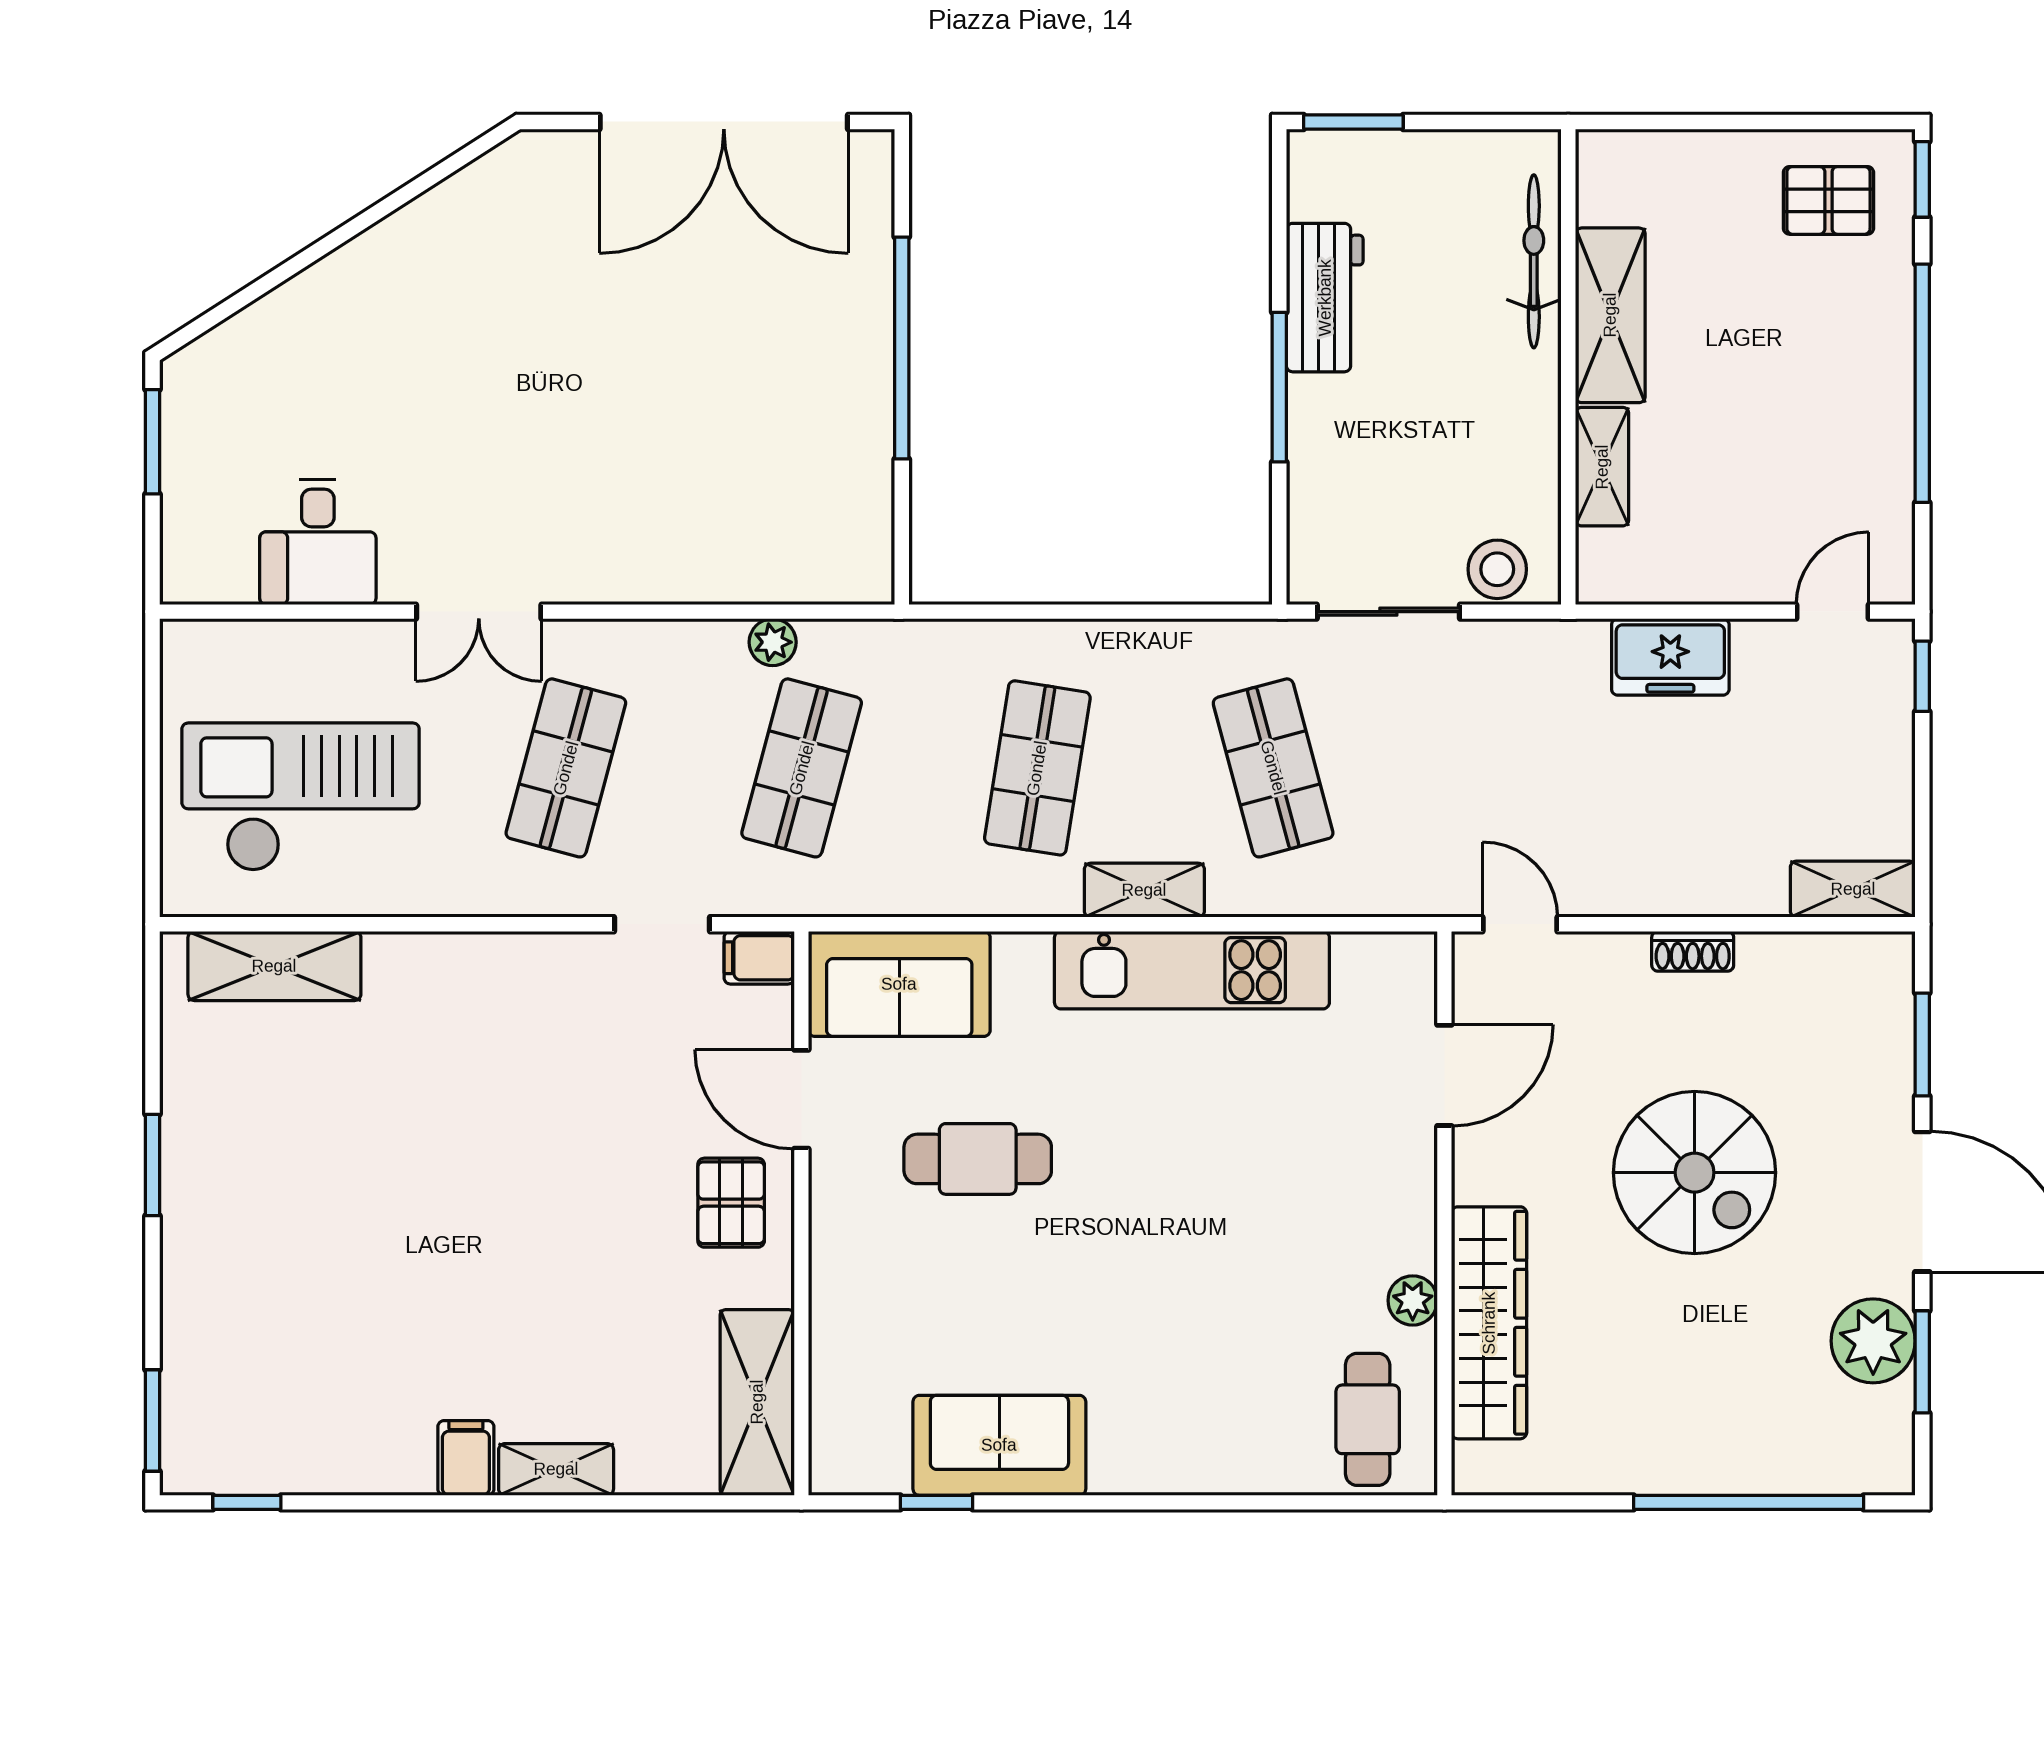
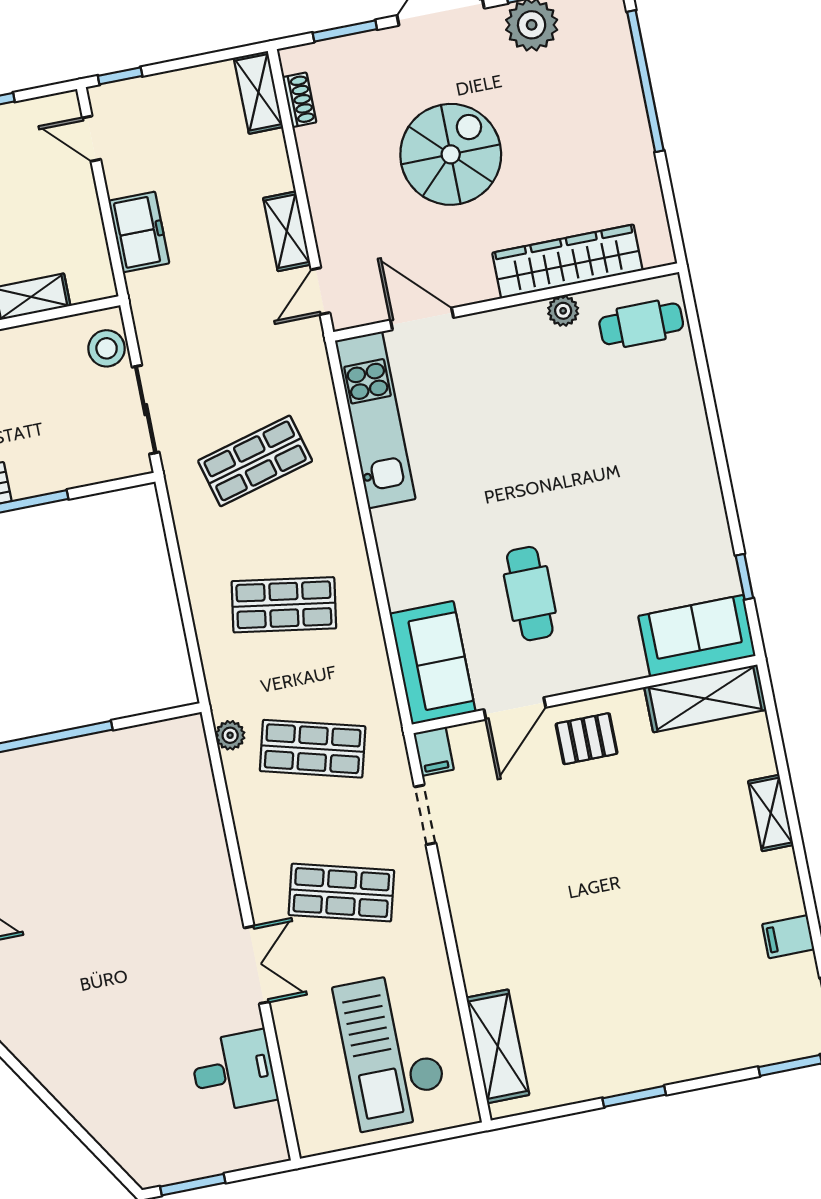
plant: (773, 642) -> (230, 735), moved
shelving: (1144, 890) -> (287, 231), moved
shoe rack: (1693, 951) -> (299, 100), moved
kitchen unit: (1192, 970) -> (375, 420), moved
sofa: (999, 1445) -> (697, 636), moved, turned 90
filing cabinet: (466, 1458) -> (788, 937), moved

